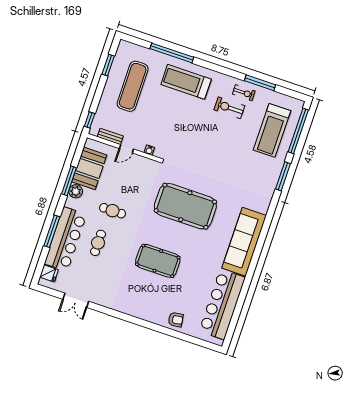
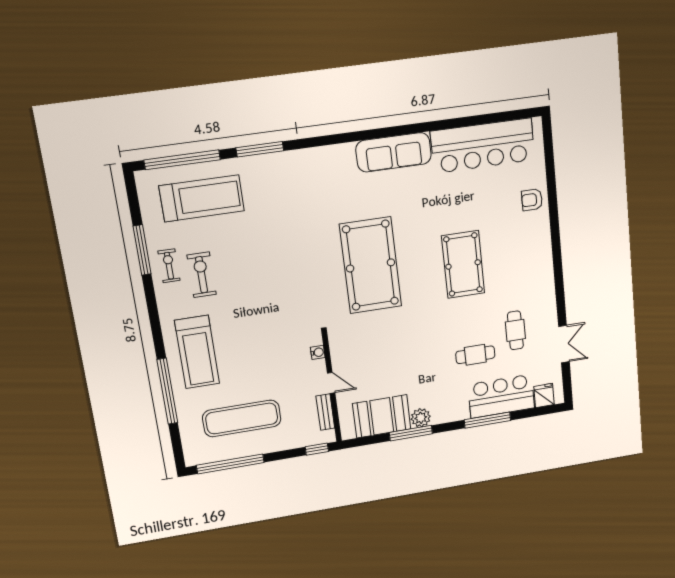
window: (108, 65) -> (230, 464), width x2.11
exercise bike: (229, 108) -> (202, 275), turned 180
cafe table: (113, 211) -> (515, 330), moved
bar counter: (65, 239) -> (501, 396), width x0.73
sofa: (244, 242) -> (394, 152), width x0.74, depth x0.79
armchair: (176, 320) -> (532, 200), turned -83

